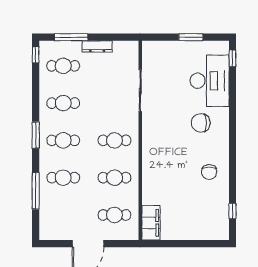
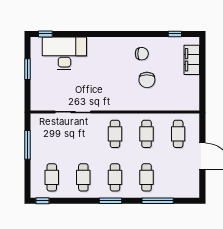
window: (71, 37) -> (28, 145), moved
dresser: (97, 46) -> (35, 149), removed
chair: (201, 123) -> (147, 80), moved
filing cabinet: (151, 223) -> (192, 60), moved, turned -90

